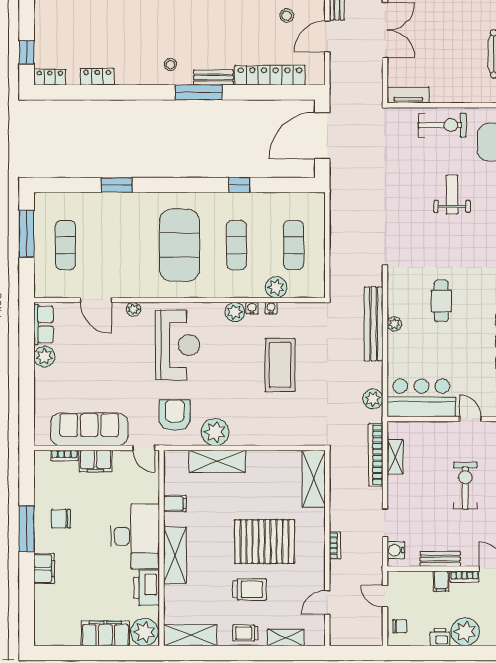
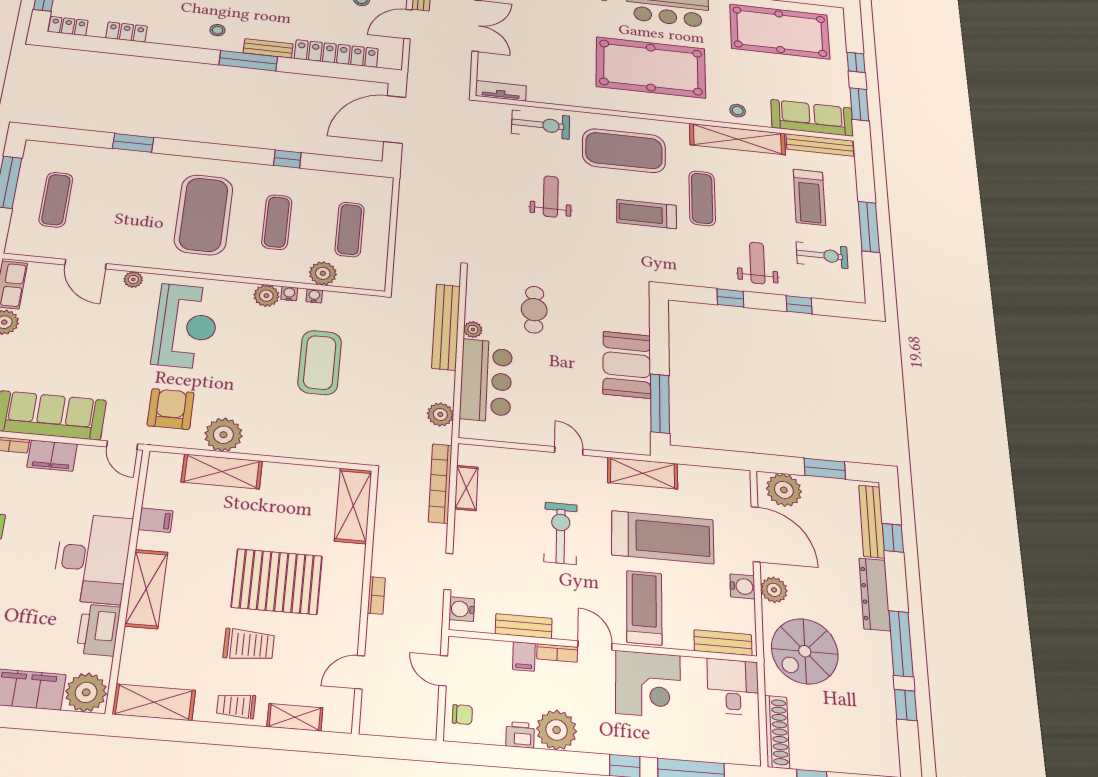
bar counter: (421, 398) -> (486, 380), moved, turned 90

